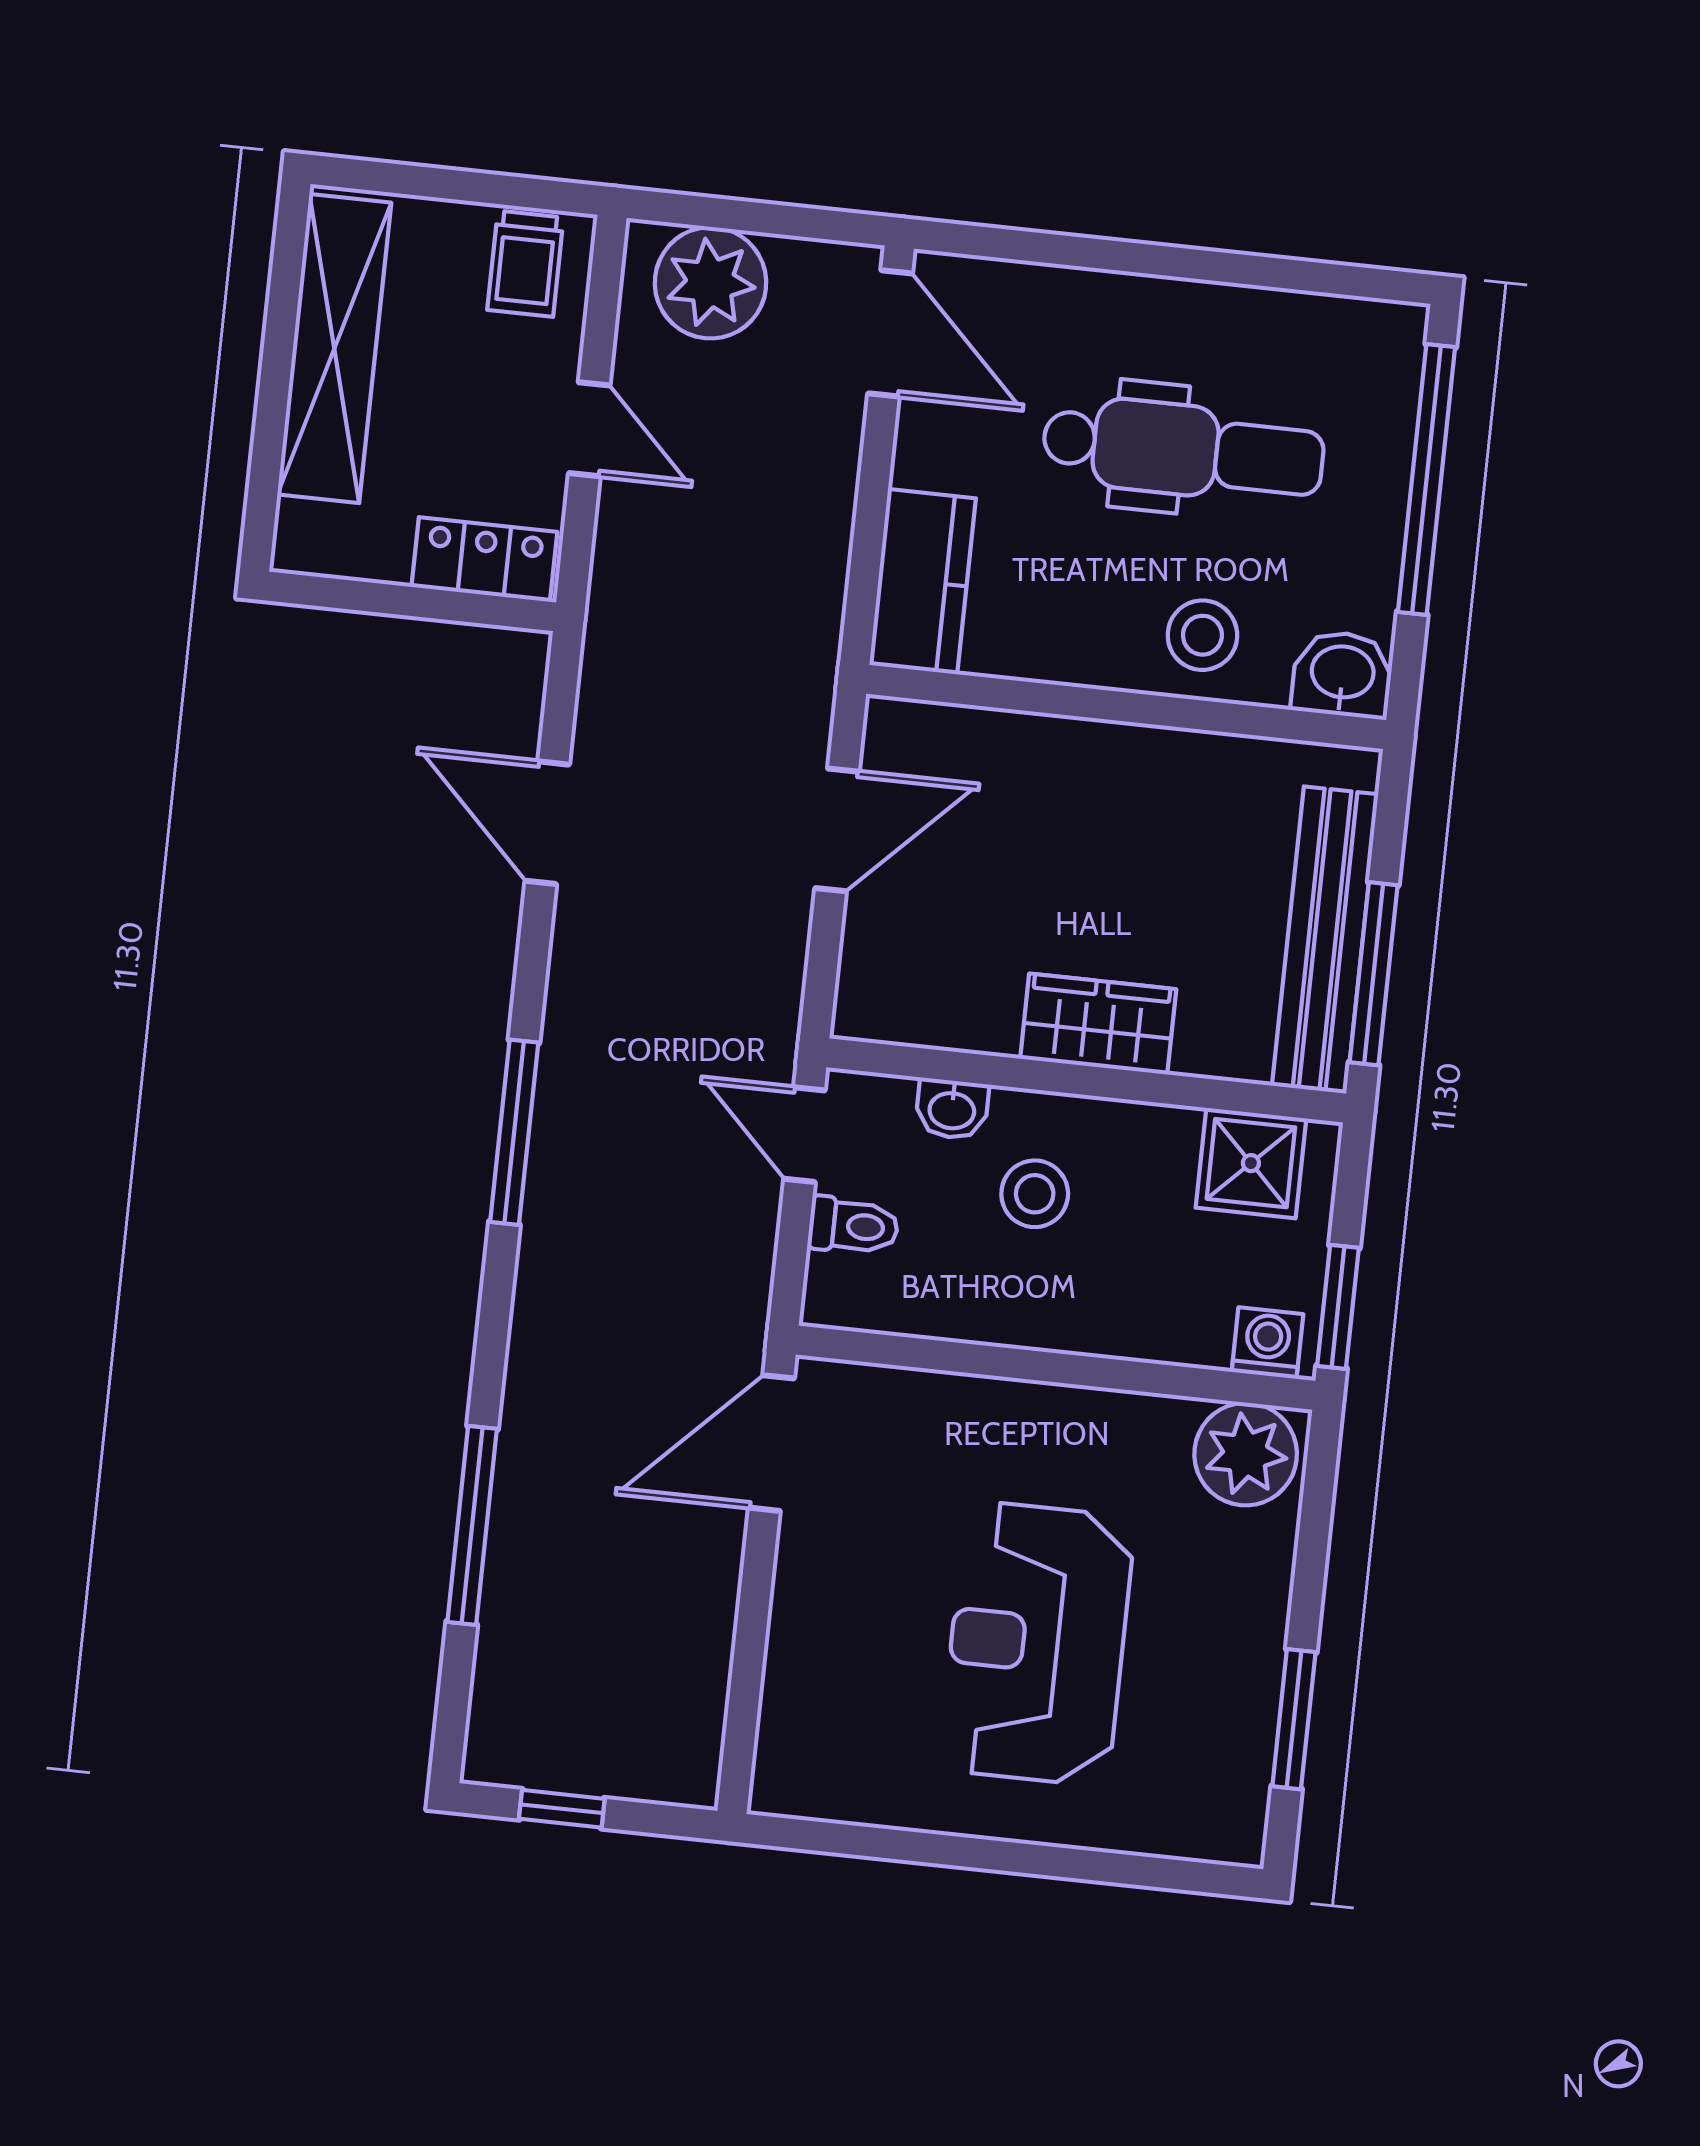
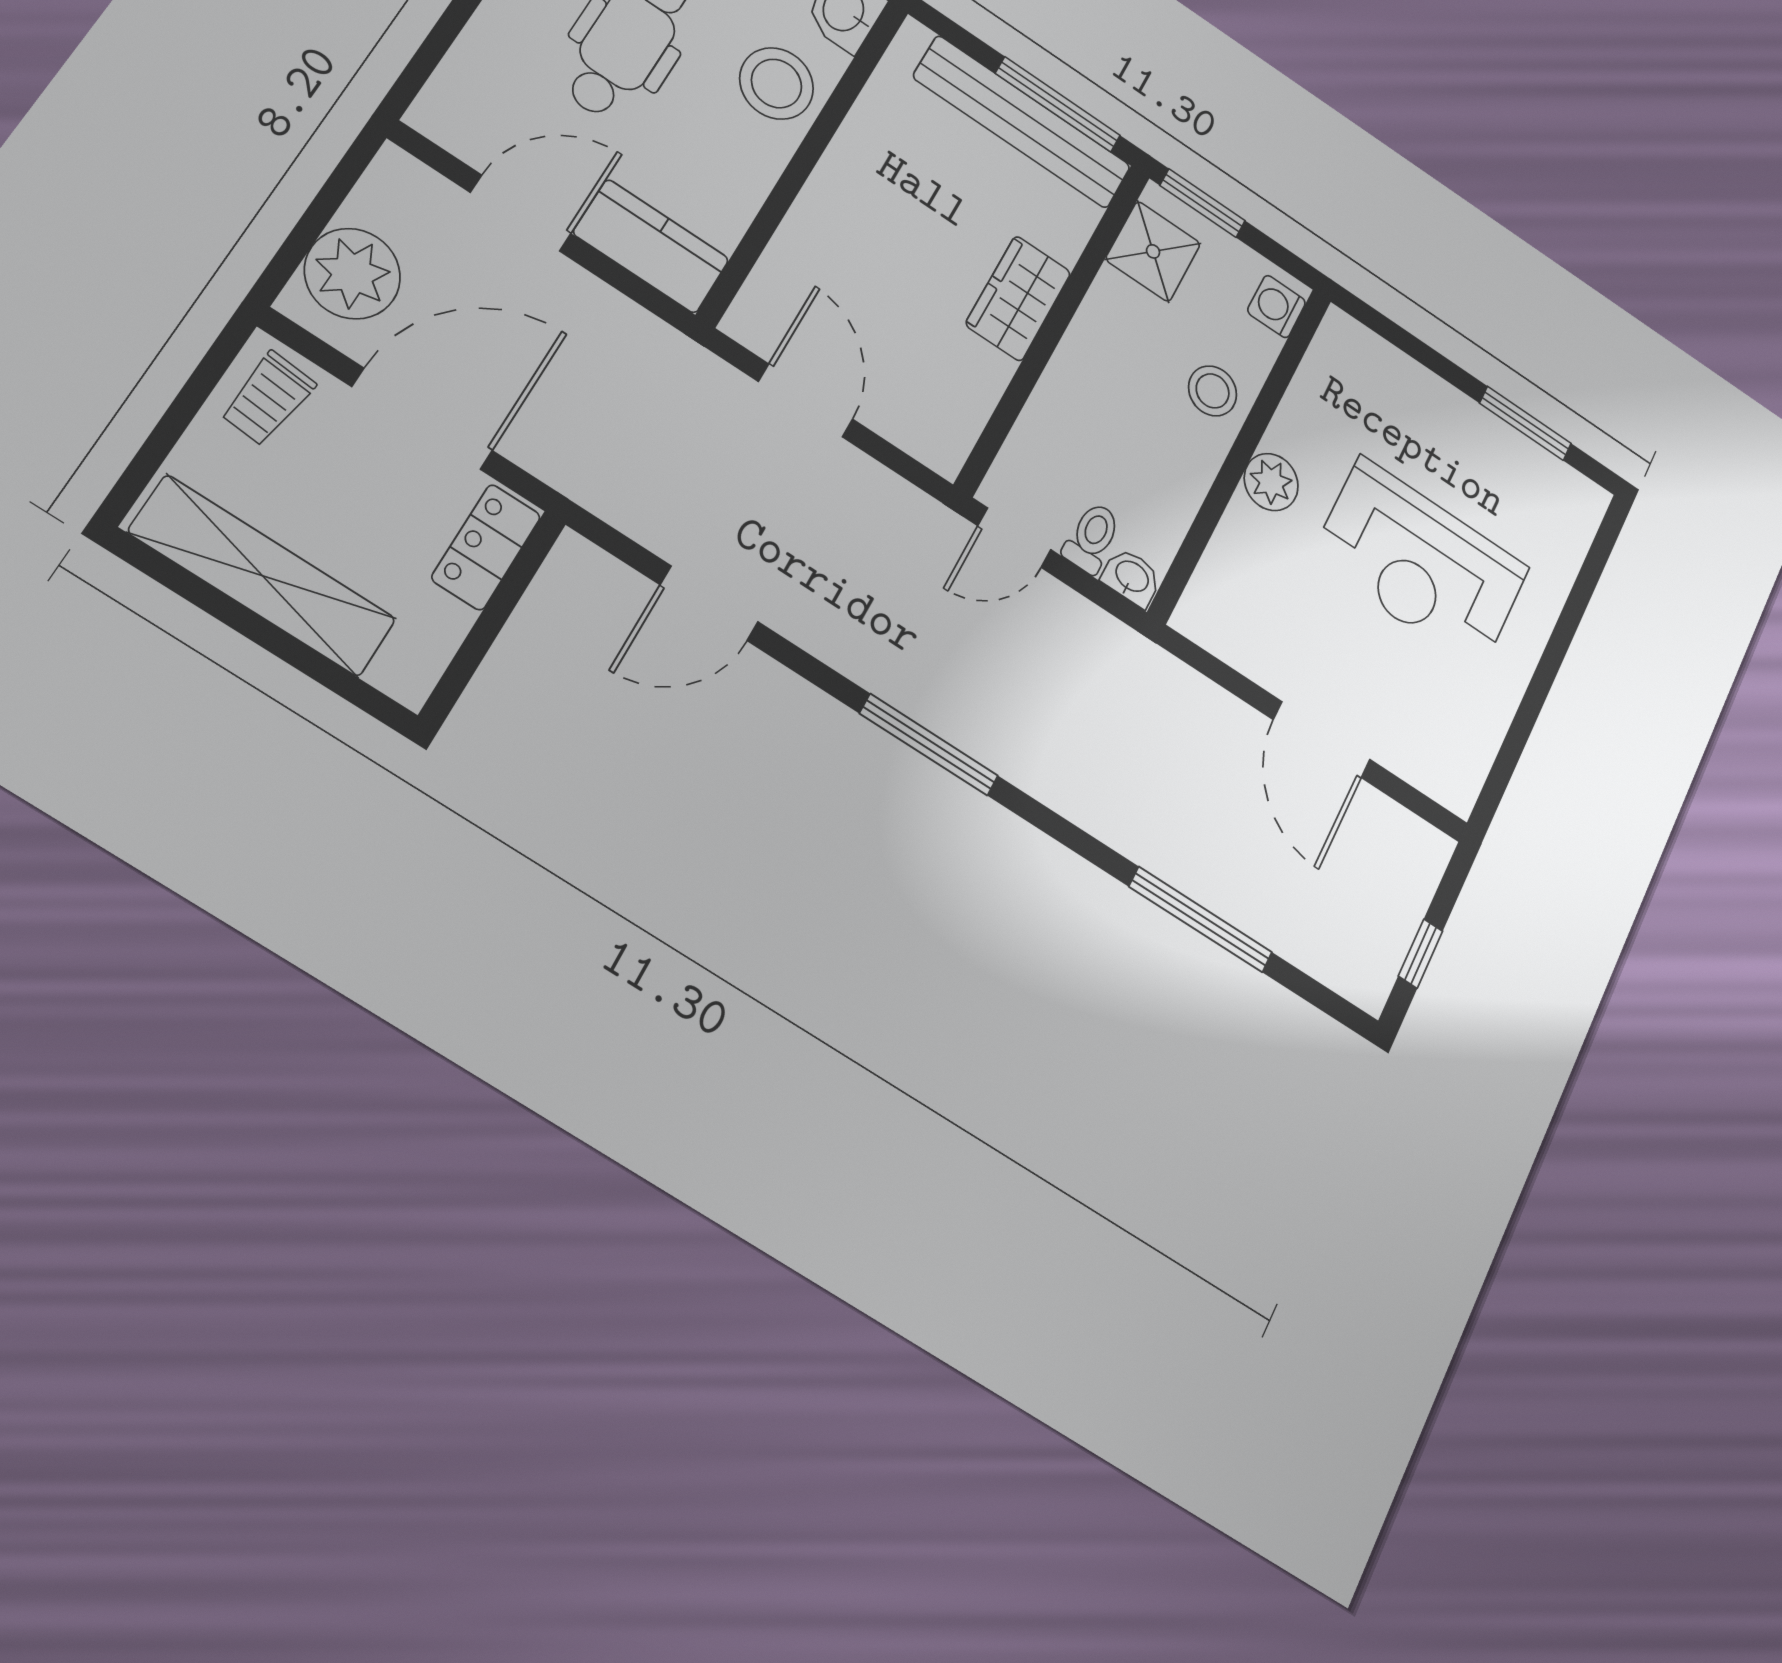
trolley: (525, 264) -> (268, 399), turned 95
door: (890, 333) -> (521, 213), moved
door: (589, 429) -> (422, 419), width x1.87
stool: (1202, 635) -> (777, 83), width x1.38, depth x1.38
washbasin: (952, 1109) -> (1132, 577), moved, turned -90
stool: (1035, 1194) -> (1213, 391), moved
window: (1338, 1307) -> (1203, 203), moved
door: (771, 1443) -> (1322, 740), moved
plant: (1246, 1454) -> (1271, 482), moved, width x0.73, depth x0.73

